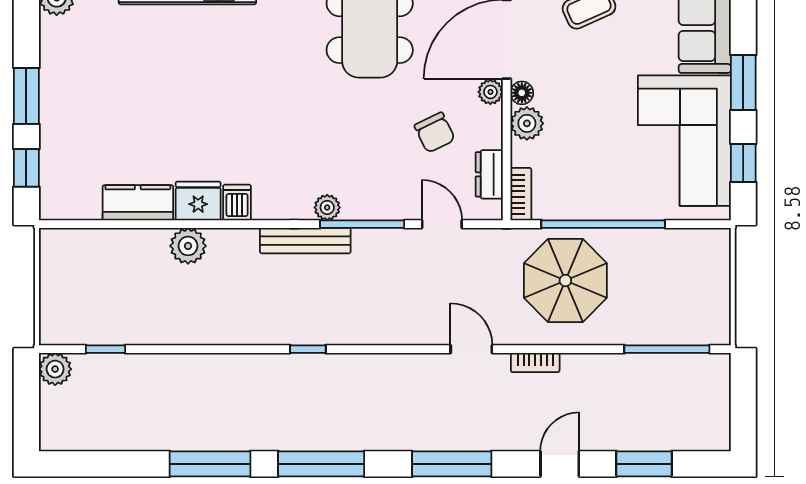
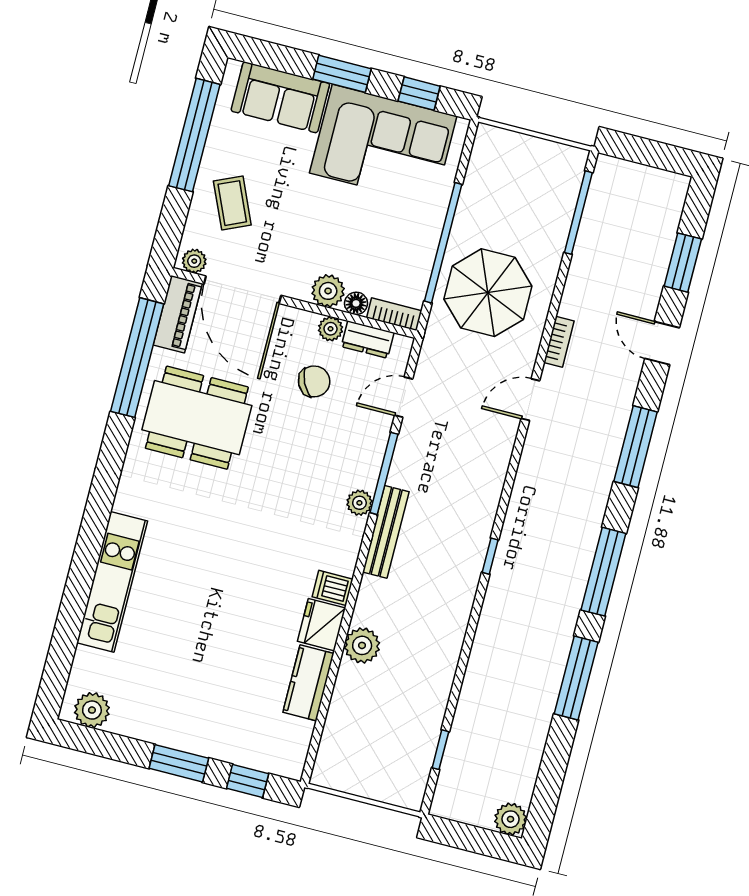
plant: (490, 92) -> (331, 329), moved
floor lamp: (522, 93) -> (356, 303), moved
plant: (55, 369) -> (511, 819), moved

